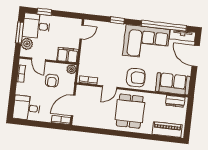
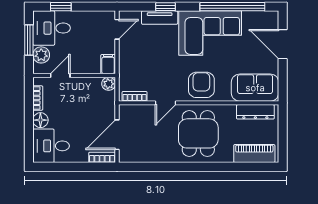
tv unit: (183, 36) -> (160, 18), moved
filing cabinet: (68, 55) -> (108, 64), width x0.50
door: (38, 60) -> (60, 75), swing flipped
armchair: (136, 78) -> (201, 85), turned -89
armchair: (52, 81) -> (83, 103), removed
floor lamp: (21, 89) -> (40, 120), added
dresser: (175, 101) -> (255, 112), width x1.44

